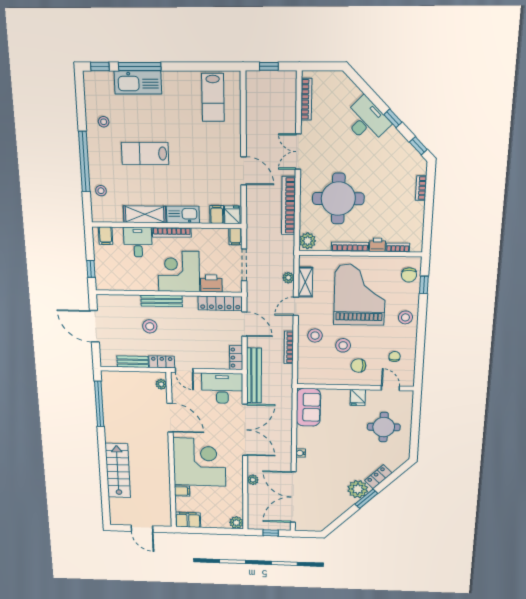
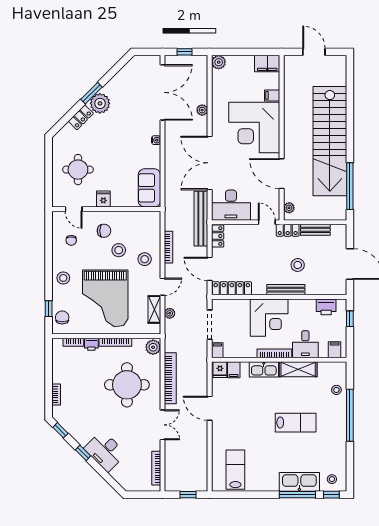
stool: (104, 122) -> (332, 479), moved
printer: (211, 283) -> (326, 307), moved
stairs: (118, 471) -> (330, 141), width x1.86, depth x1.51

